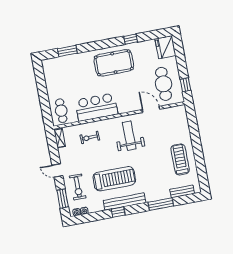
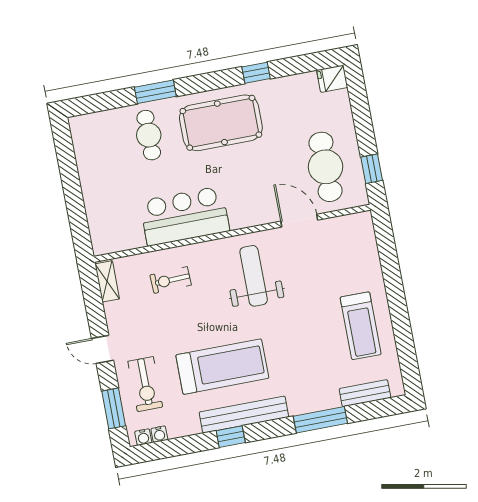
fridge: (165, 47) -> (332, 79), width x0.53, depth x0.75
window: (67, 51) -> (155, 92), moved
cafe table: (61, 111) -> (149, 135), moved
treadmill: (180, 159) -> (361, 326), turned 180

